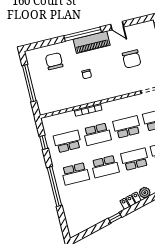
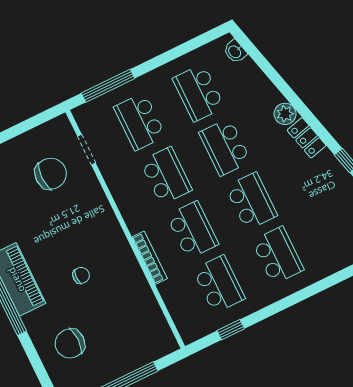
chair: (132, 59) -> (51, 174), moved
school desk: (127, 127) -> (166, 176), turned 180
school desk: (68, 141) -> (219, 284), turned 180
window: (54, 186) -> (311, 290), removed

